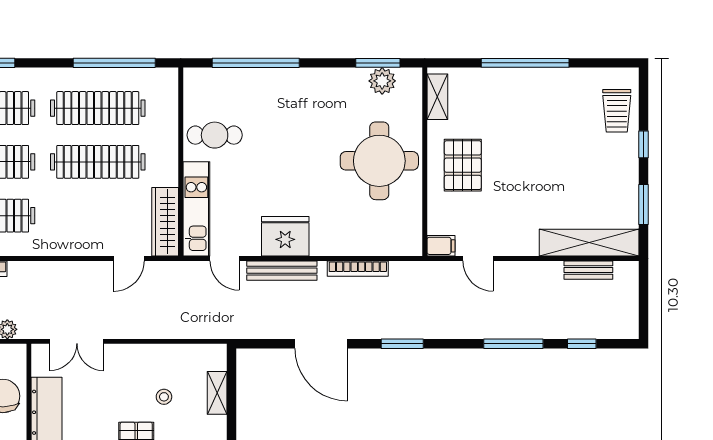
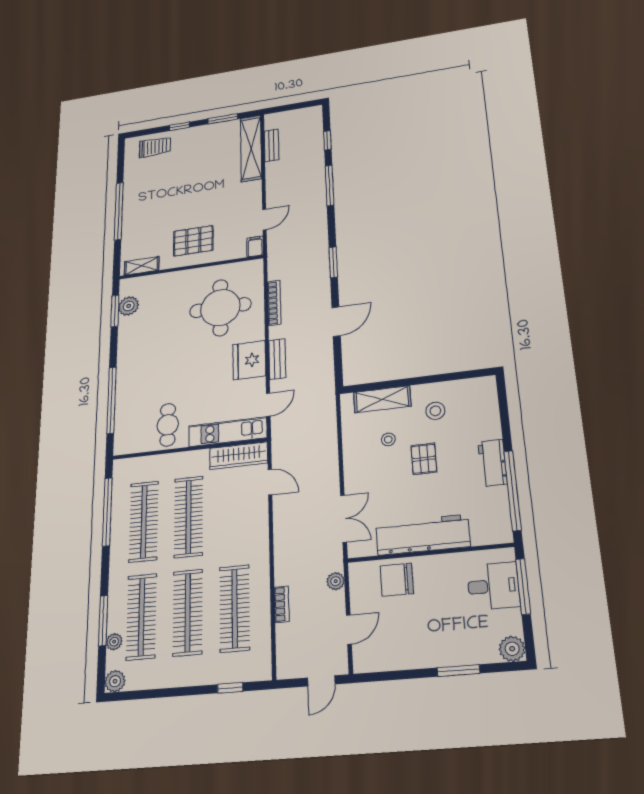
round table: (379, 161) -> (220, 308), moved
bench: (282, 271) -> (277, 359), width x0.73
door: (321, 344) -> (336, 322), width x0.73
shelving: (217, 393) -> (382, 399), width x1.50, depth x1.33

